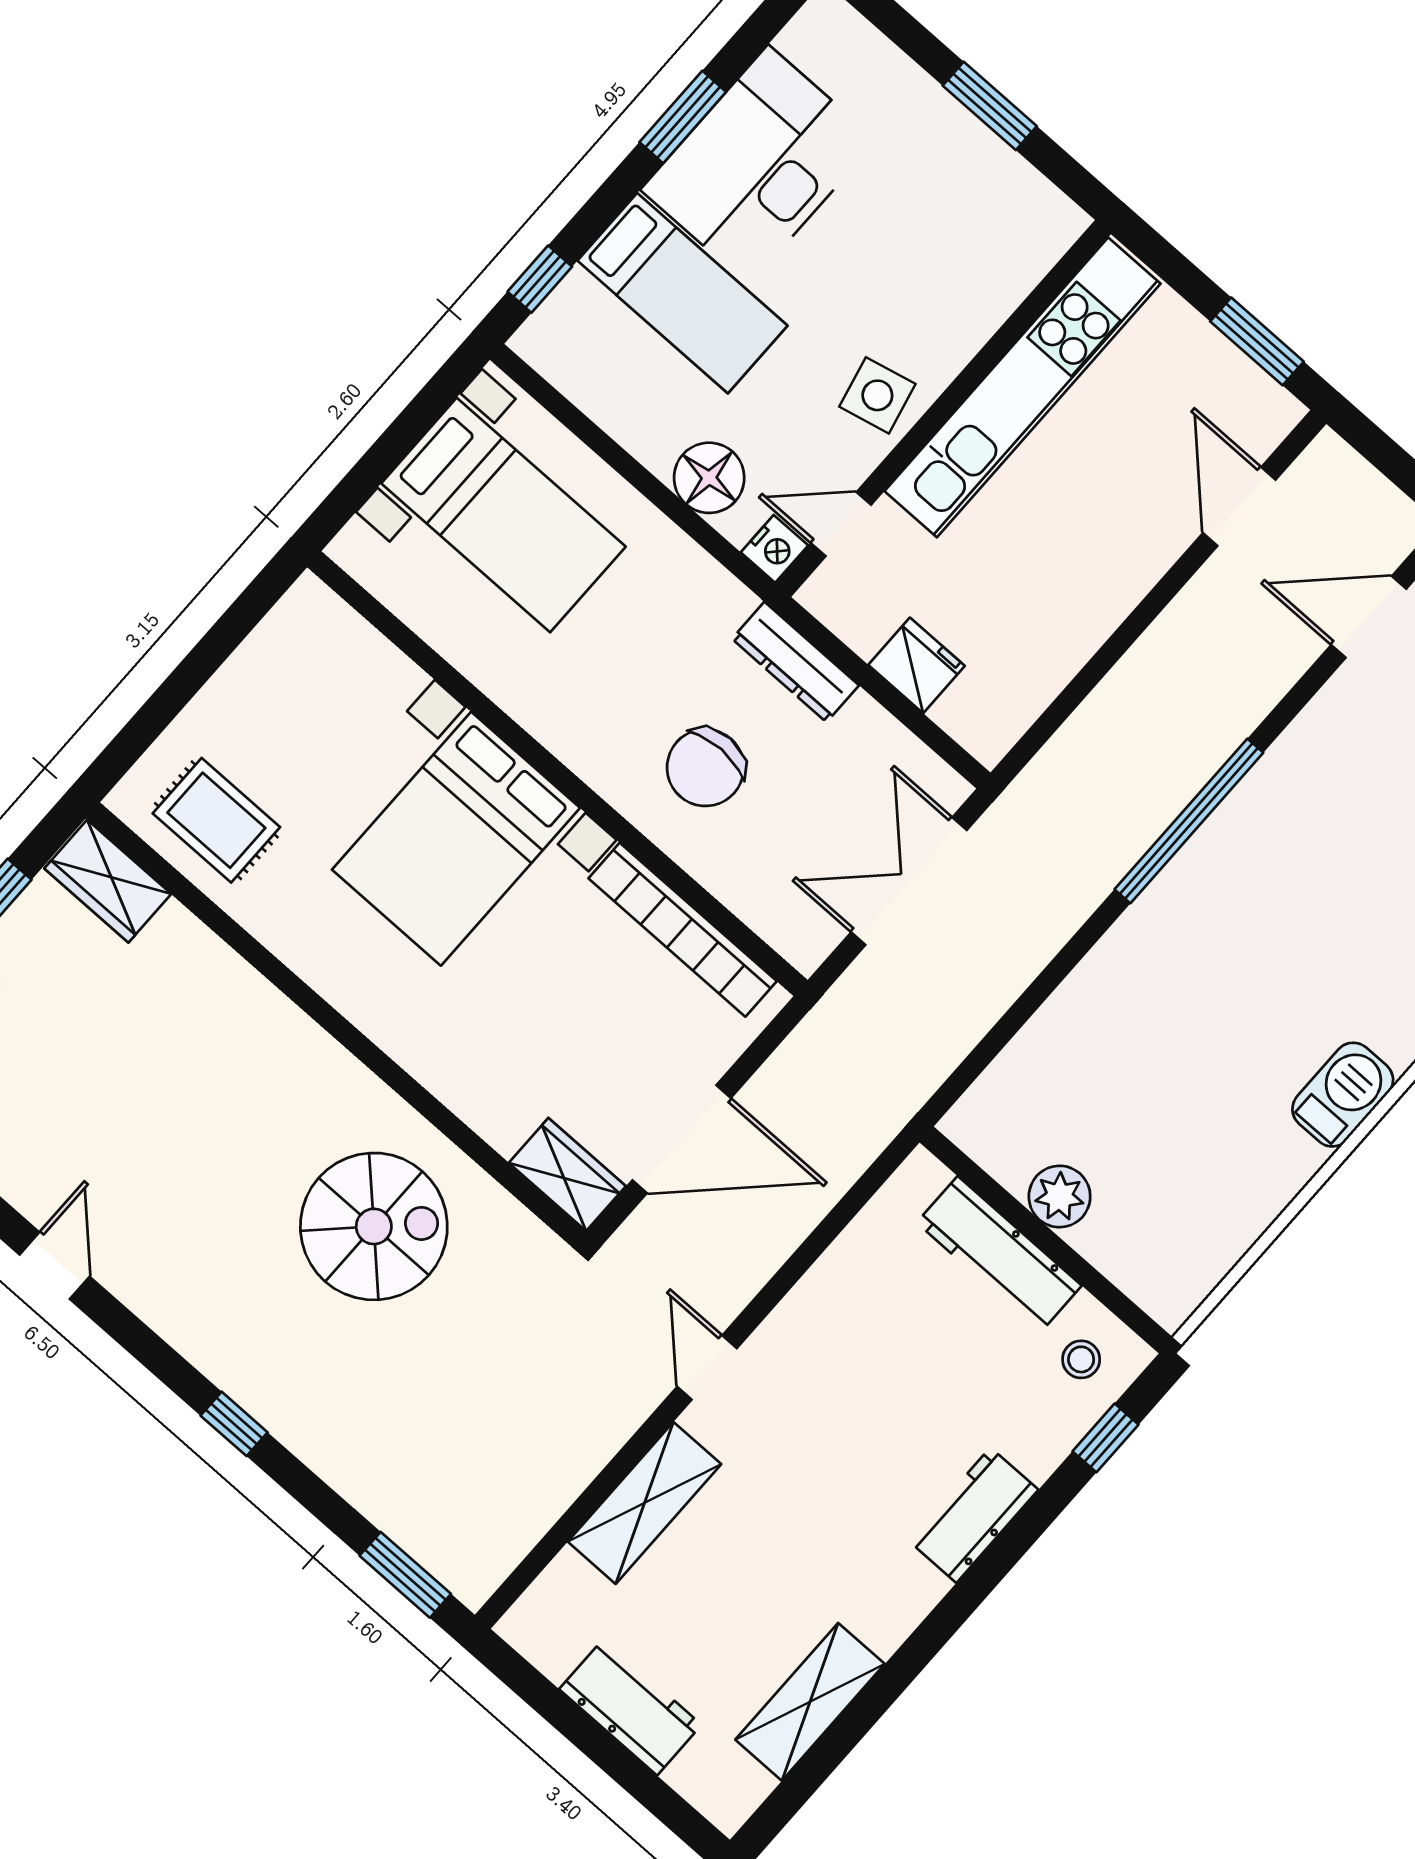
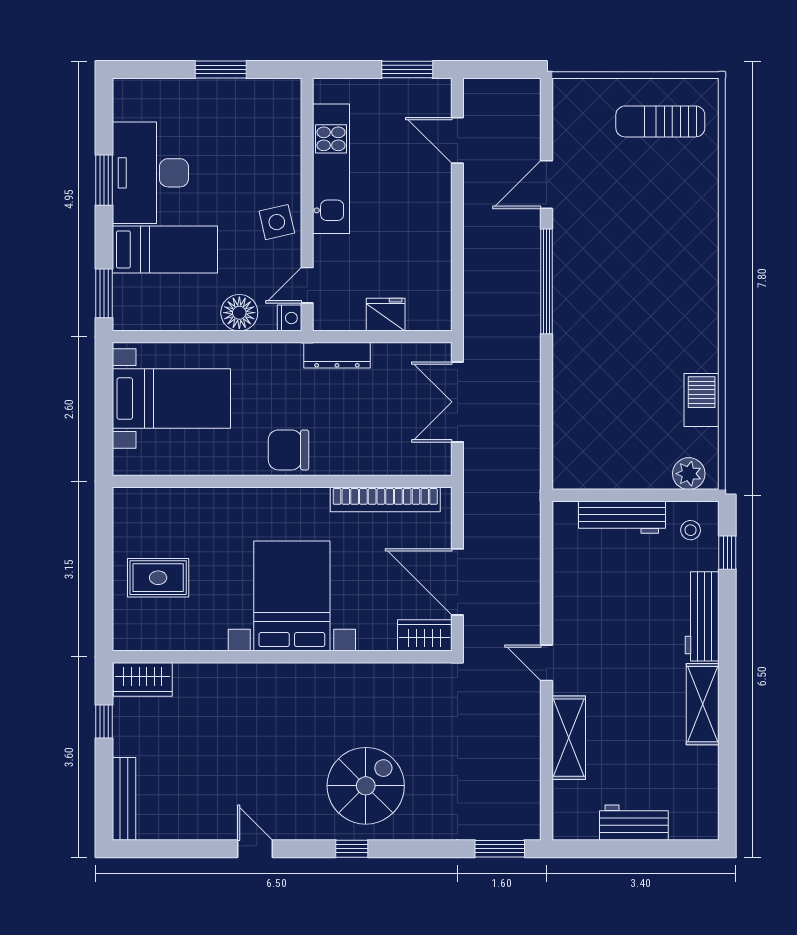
window: (540, 279) -> (104, 293), width x1.50
kitchen unit: (1022, 387) -> (331, 169), width x0.73
door: (1369, 617) -> (546, 185), moved
chair: (705, 768) -> (289, 450), moved, turned 90
rug: (216, 820) -> (158, 578), moved
bed with nightstands: (456, 839) -> (292, 596), moved, turned 180
barbecue: (1343, 1095) -> (702, 400), moved
door: (682, 1139) -> (457, 582), swing flipped
plant: (1060, 1197) -> (689, 474), moved
spiral stairs: (374, 1226) -> (366, 786), moved
window: (234, 1424) -> (352, 849), moved
workbench: (973, 1515) -> (702, 616), width x1.38
shelving: (810, 1702) -> (703, 704), moved

